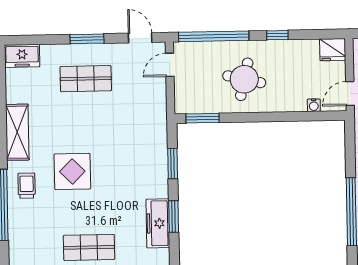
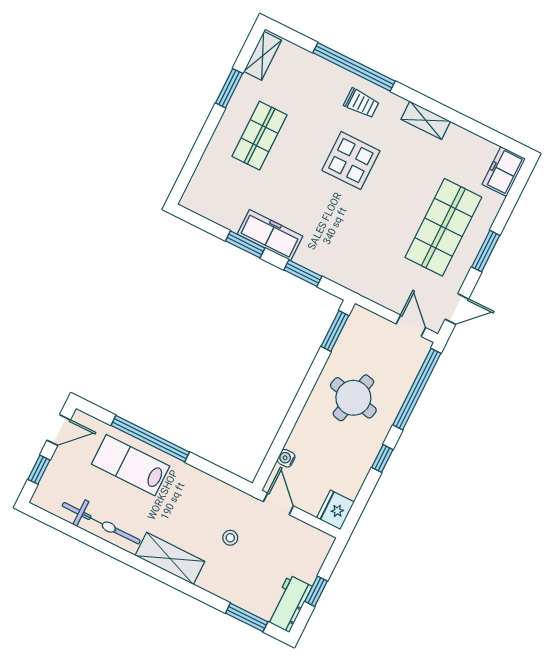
shop shelf: (86, 79) -> (443, 227), width x1.43, depth x1.36
shelving: (17, 132) -> (426, 120), width x0.67, depth x0.75
freezer: (158, 223) -> (270, 235), moved

